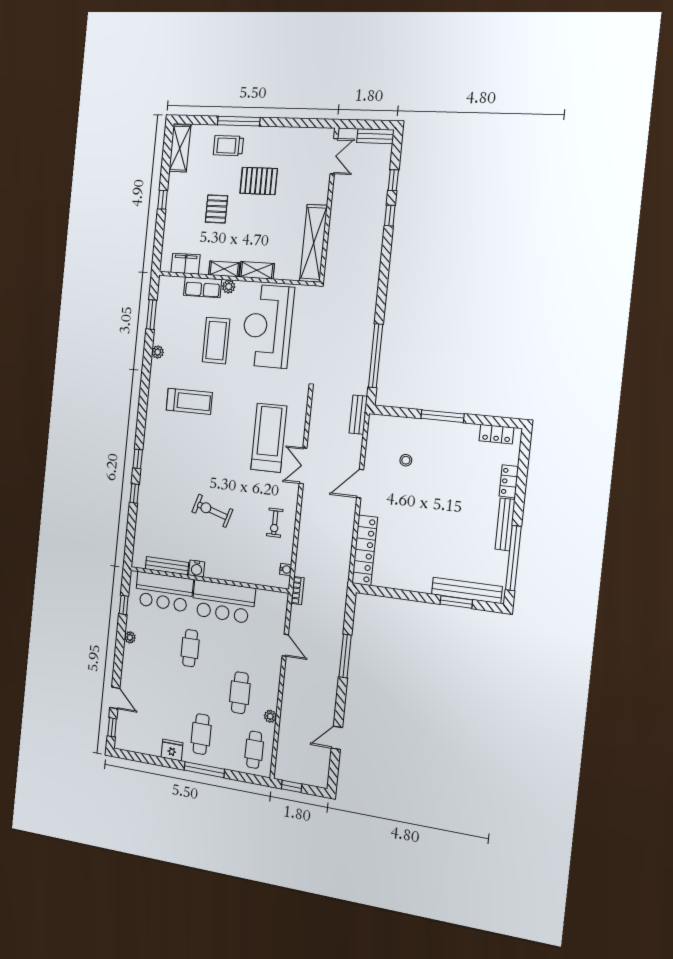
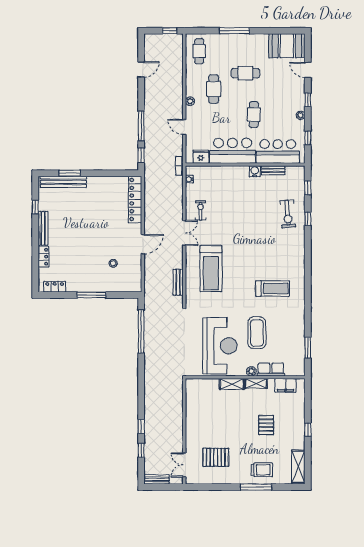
pallet: (259, 181) -> (216, 457), moved
shelving: (314, 243) -> (193, 405), removed
plant: (158, 352) -> (300, 321), removed
treadmill: (189, 401) -> (273, 288), turned 180
bench: (358, 415) -> (178, 282), moved
window: (138, 459) -> (308, 188), moved
double door: (303, 466) -> (184, 233), moved
exercise bike: (212, 511) -> (288, 214), moved, turned 68
window: (513, 558) -> (35, 207), width x0.32
bench: (167, 566) -> (273, 170), width x0.73
window: (349, 614) -> (141, 155), added
plant: (270, 716) -> (190, 101), moved
window: (112, 727) -> (308, 100), moved
cafe table: (201, 734) -> (245, 73), moved, turned 90
booth: (138, 736) -> (287, 46), added
fridge: (172, 750) -> (201, 157), moved, turned 180

